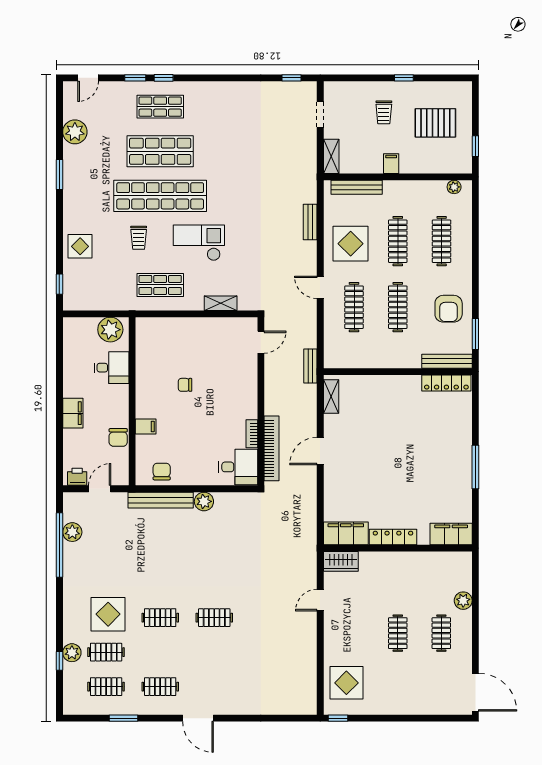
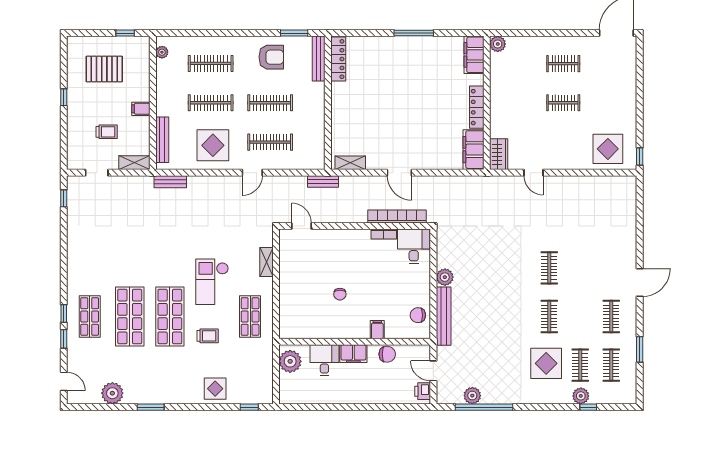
trolley: (384, 112) -> (107, 132), moved
pallet: (435, 123) -> (104, 69), turned 90
shop shelf: (160, 196) -> (170, 317), width x0.71
bench: (310, 222) -> (170, 182), moved
filing cabinet: (73, 413) -> (353, 354), moved, turned 180
plant: (463, 601) -> (498, 44), moved

